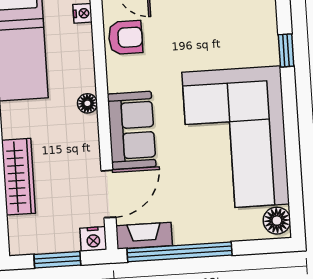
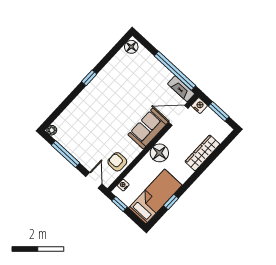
window: (286, 50) -> (89, 78), moved
floor lamp: (87, 103) -> (159, 153), width x1.89, depth x1.89
corner sofa: (236, 138) -> (116, 89), removed

